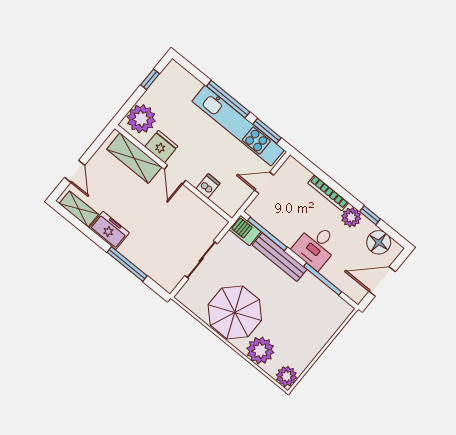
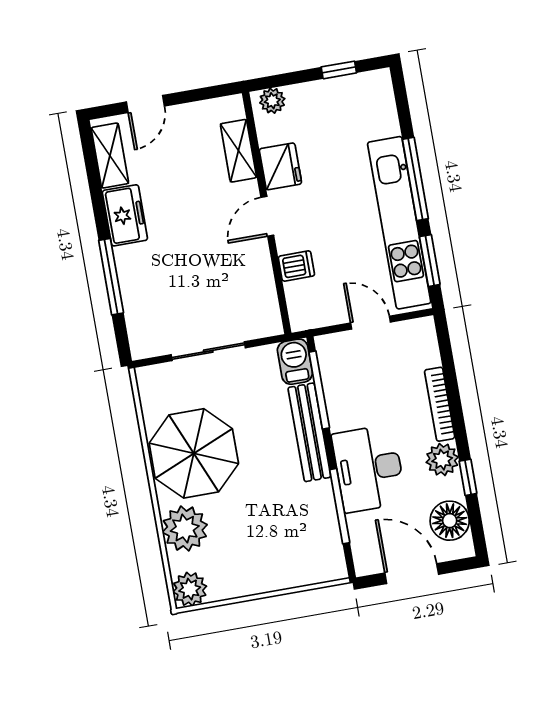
plant: (141, 119) -> (272, 101), width x0.53, depth x0.53
shelving: (134, 158) -> (238, 151), width x0.67, depth x0.75
desk: (316, 246) -> (369, 469), width x1.37

